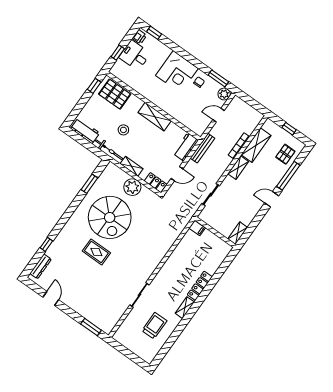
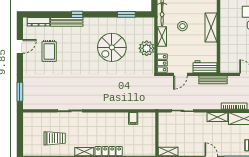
stool: (123, 130) -> (182, 26), moved
door: (177, 174) -> (180, 74), hinge flipped
spiral stairs: (110, 217) -> (112, 47), width x0.73, depth x0.73
filing cabinet: (197, 228) -> (133, 118), moved
bench: (58, 242) -> (67, 22), added
window: (46, 244) -> (77, 14), moved
rug: (96, 252) -> (49, 51), moved

